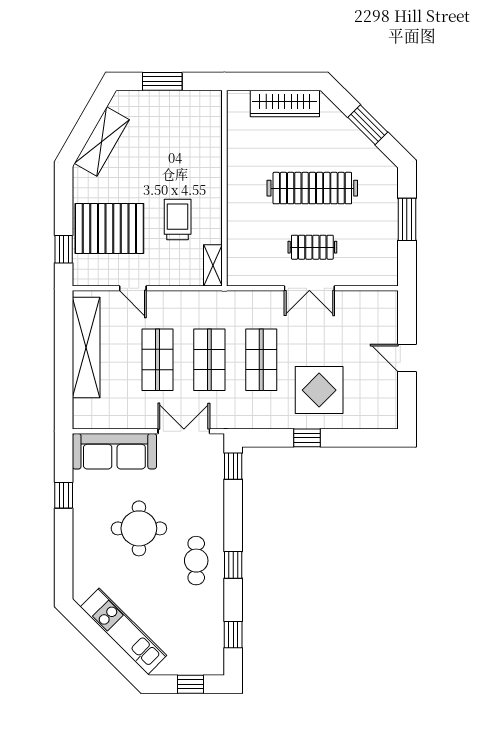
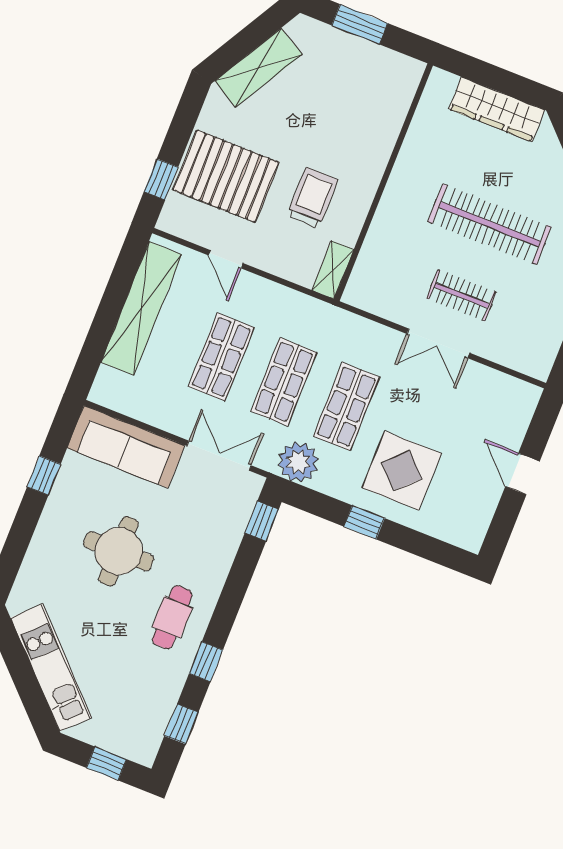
plant: (243, 413) -> (298, 462), added
window: (233, 565) -> (206, 662), moved

